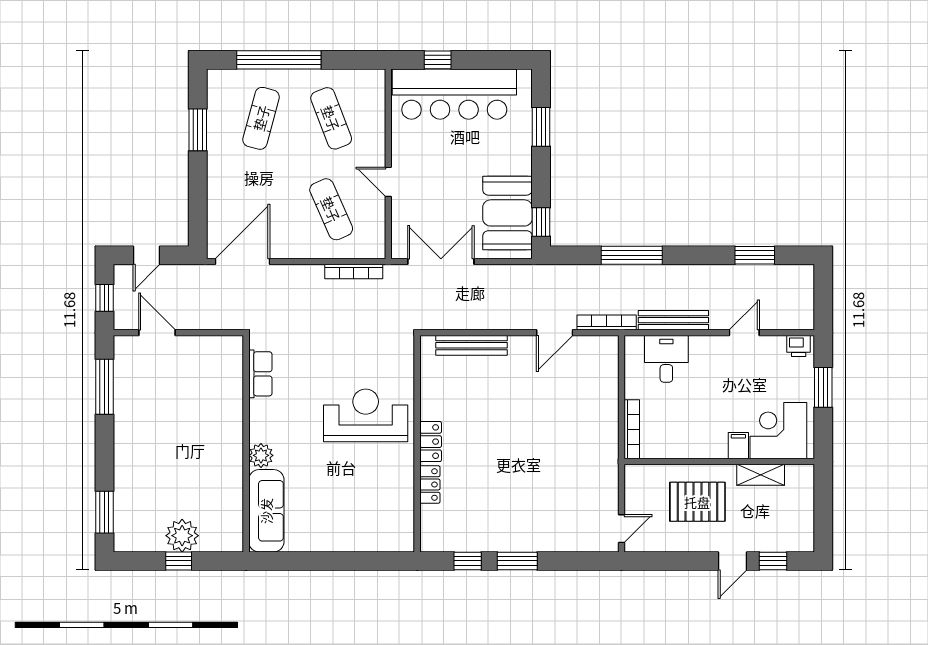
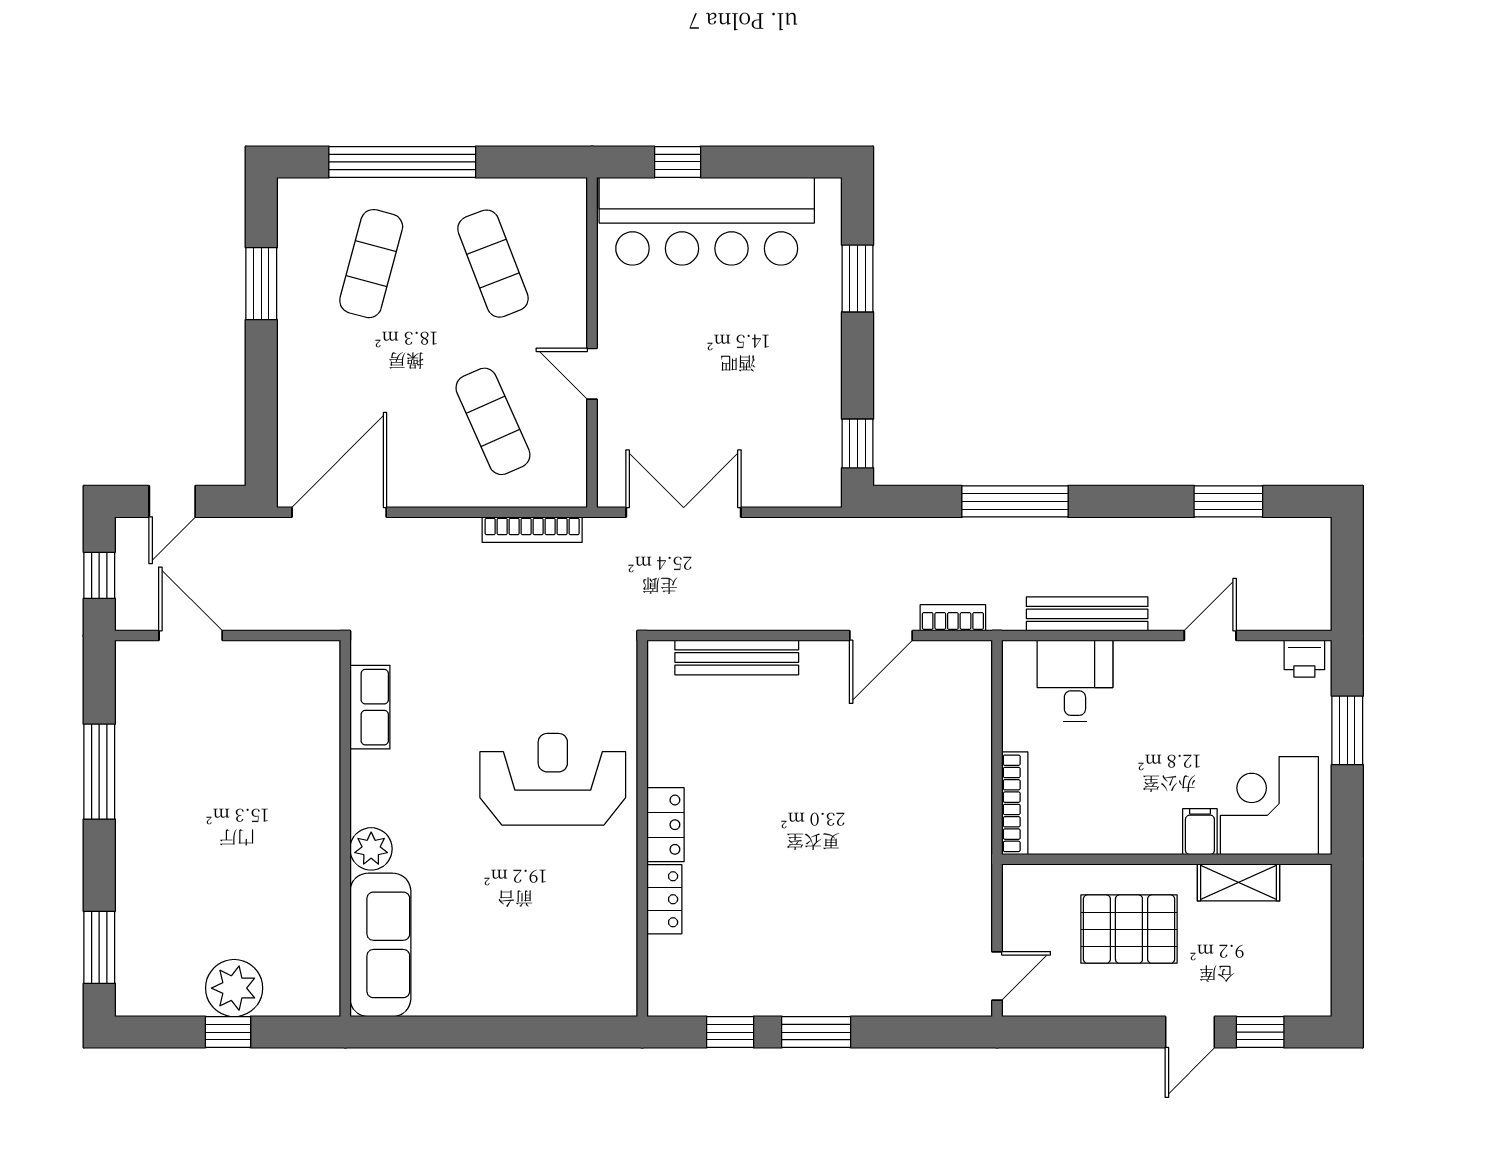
booth: (508, 213) -> (799, 428), removed
bookcase: (607, 322) -> (953, 618), width x0.64
window: (104, 387) -> (99, 772), moved

